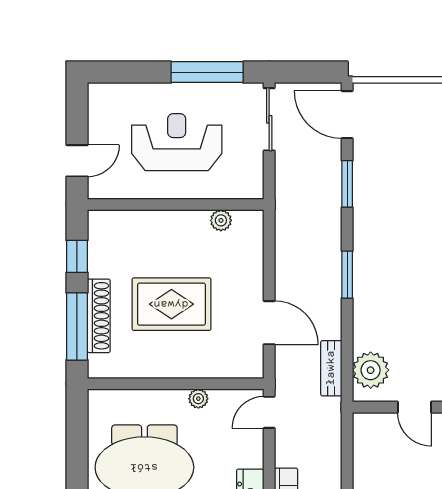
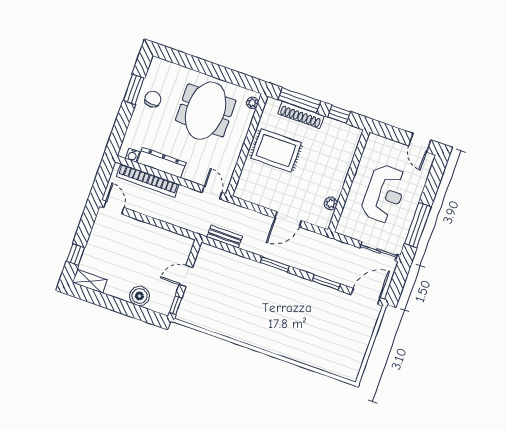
door: (77, 161) -> (420, 143), moved
rug: (171, 304) -> (276, 151), moved, turned 90
door: (269, 323) -> (288, 219), moved
plant: (371, 370) -> (216, 258), removed
plant: (198, 399) -> (252, 103), moved

